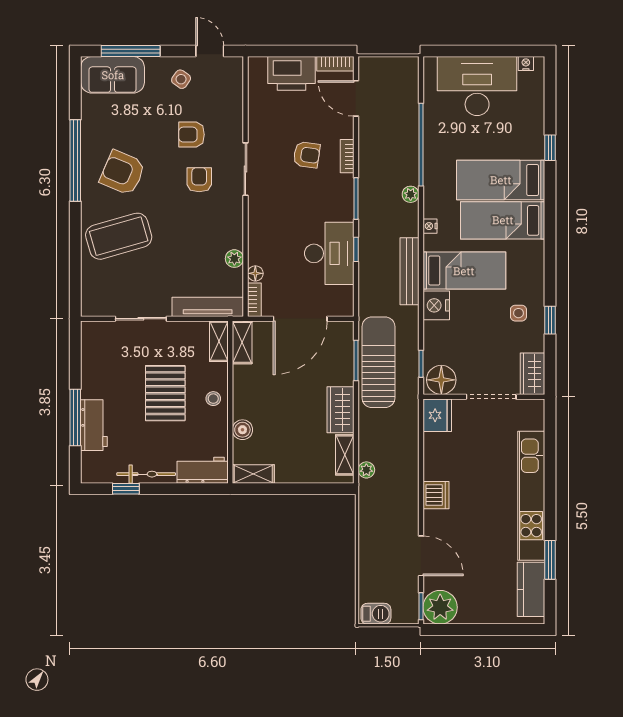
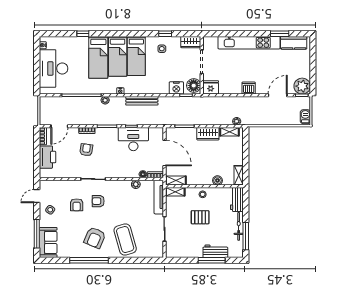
bed: (464, 271) -> (136, 56), moved, turned 180
nightstand: (436, 305) -> (176, 88), moved
sun lounger: (378, 362) -> (185, 116), removed
pallet: (165, 393) -> (200, 217), width x0.67, depth x0.71
window: (126, 489) -> (246, 236), width x2.17

